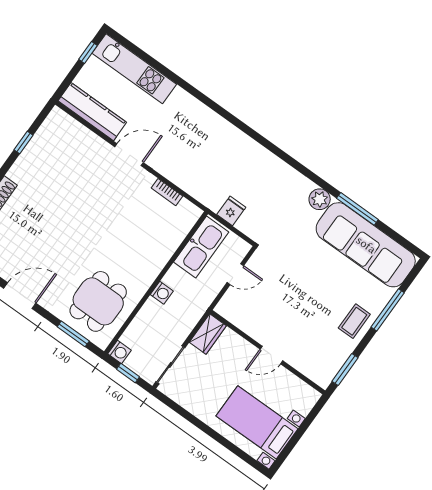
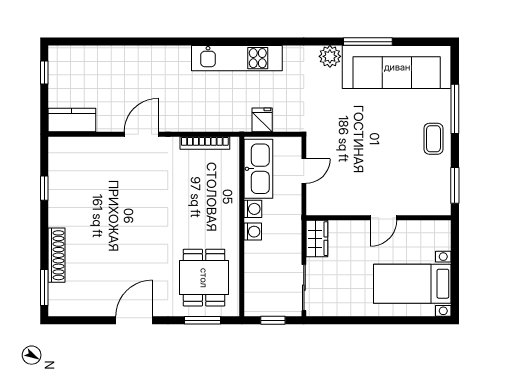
kitchen unit: (134, 69) -> (237, 58), moved
kitchen counter: (92, 112) -> (72, 120), width x0.67
bookcase: (167, 192) -> (205, 143), width x1.56
washing machine: (120, 352) -> (253, 209), moved

